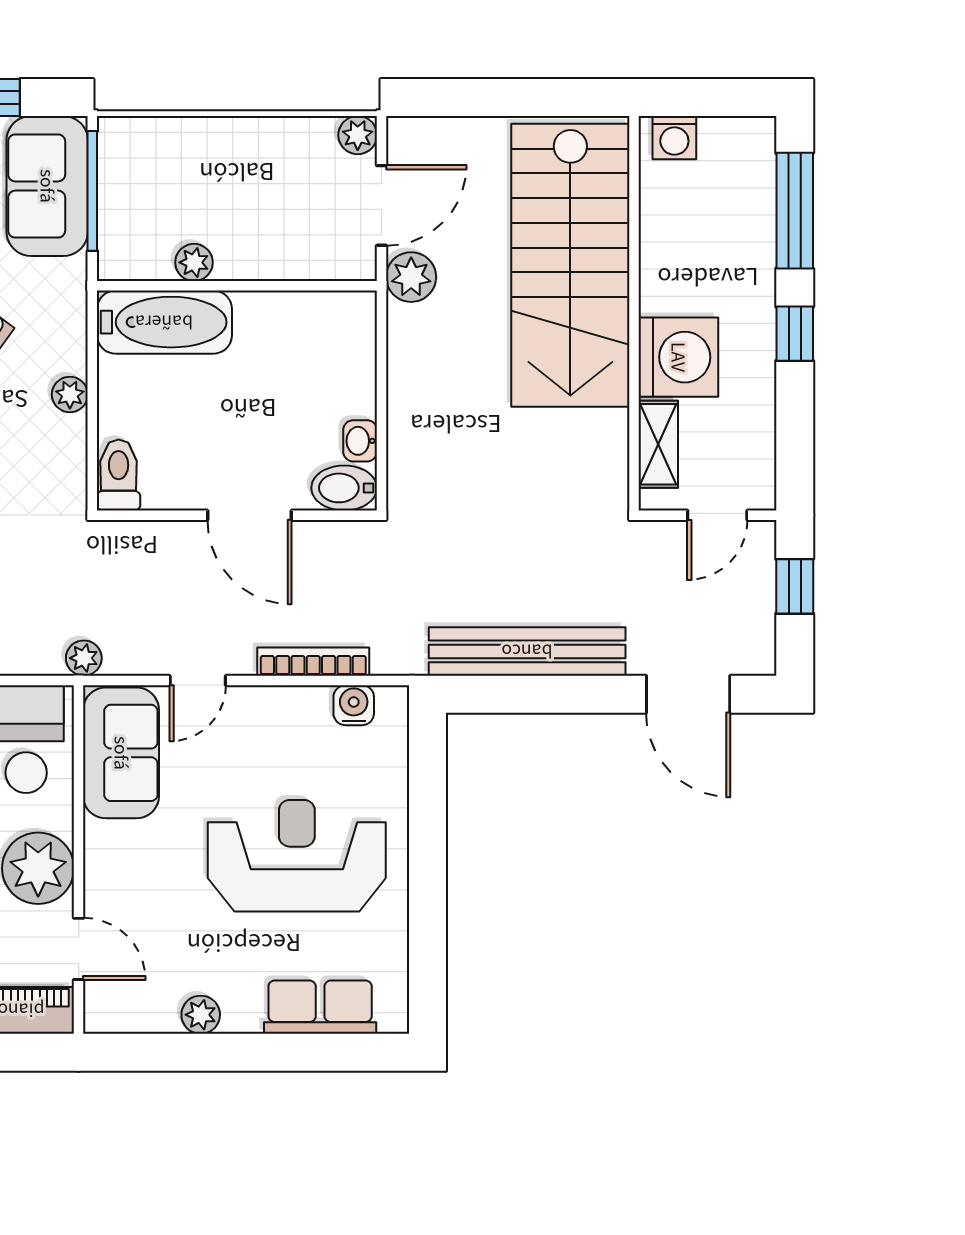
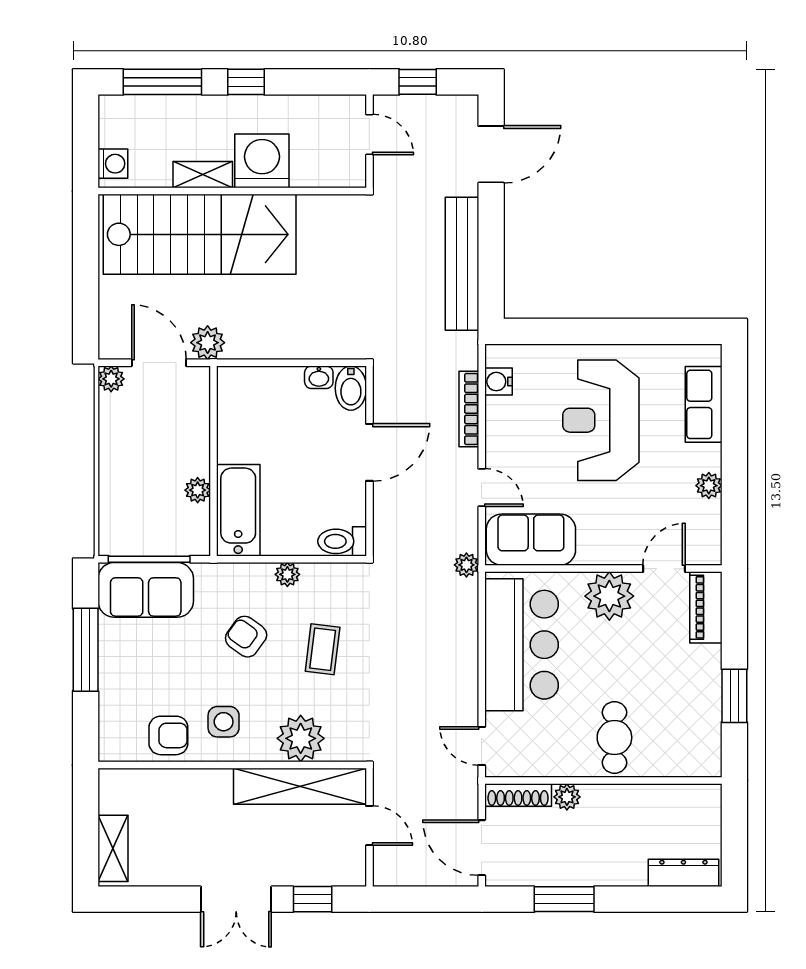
shelving: (658, 444) -> (203, 175), moved

